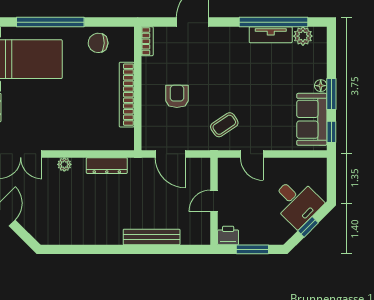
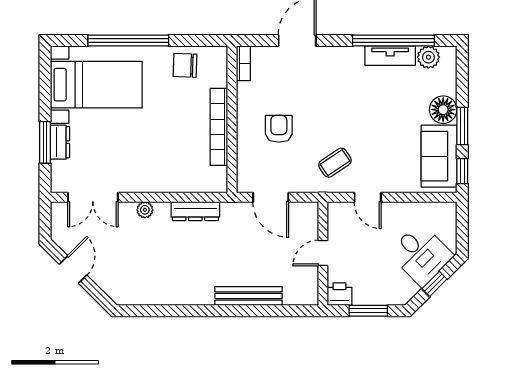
floor lamp: (321, 86) -> (443, 110), width x1.89, depth x1.89

